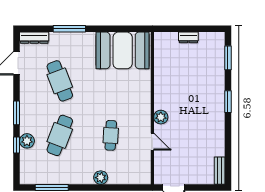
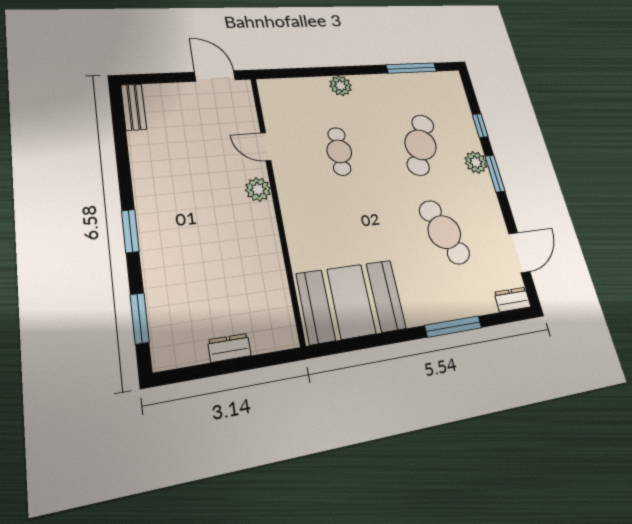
dresser: (34, 38) -> (512, 300), width x0.70
plant: (27, 141) -> (476, 162), moved

